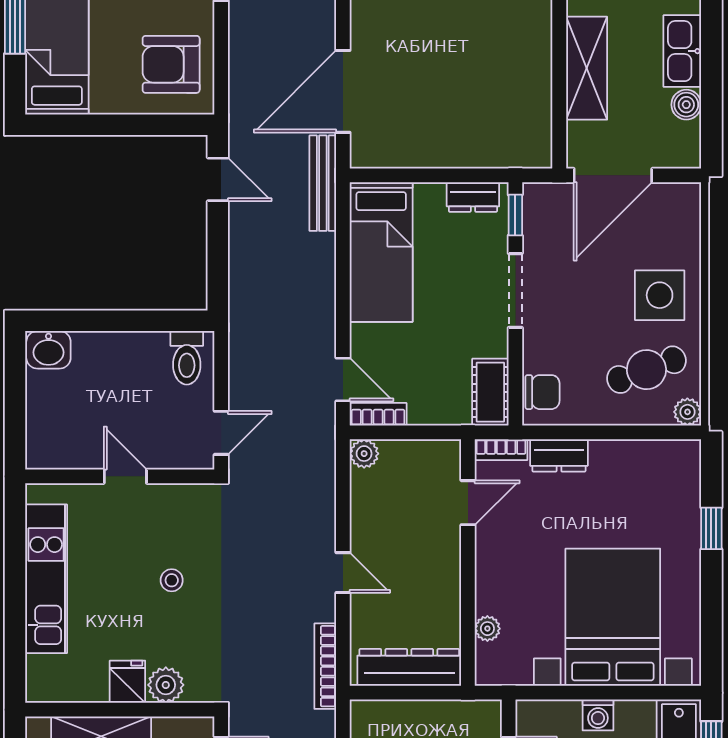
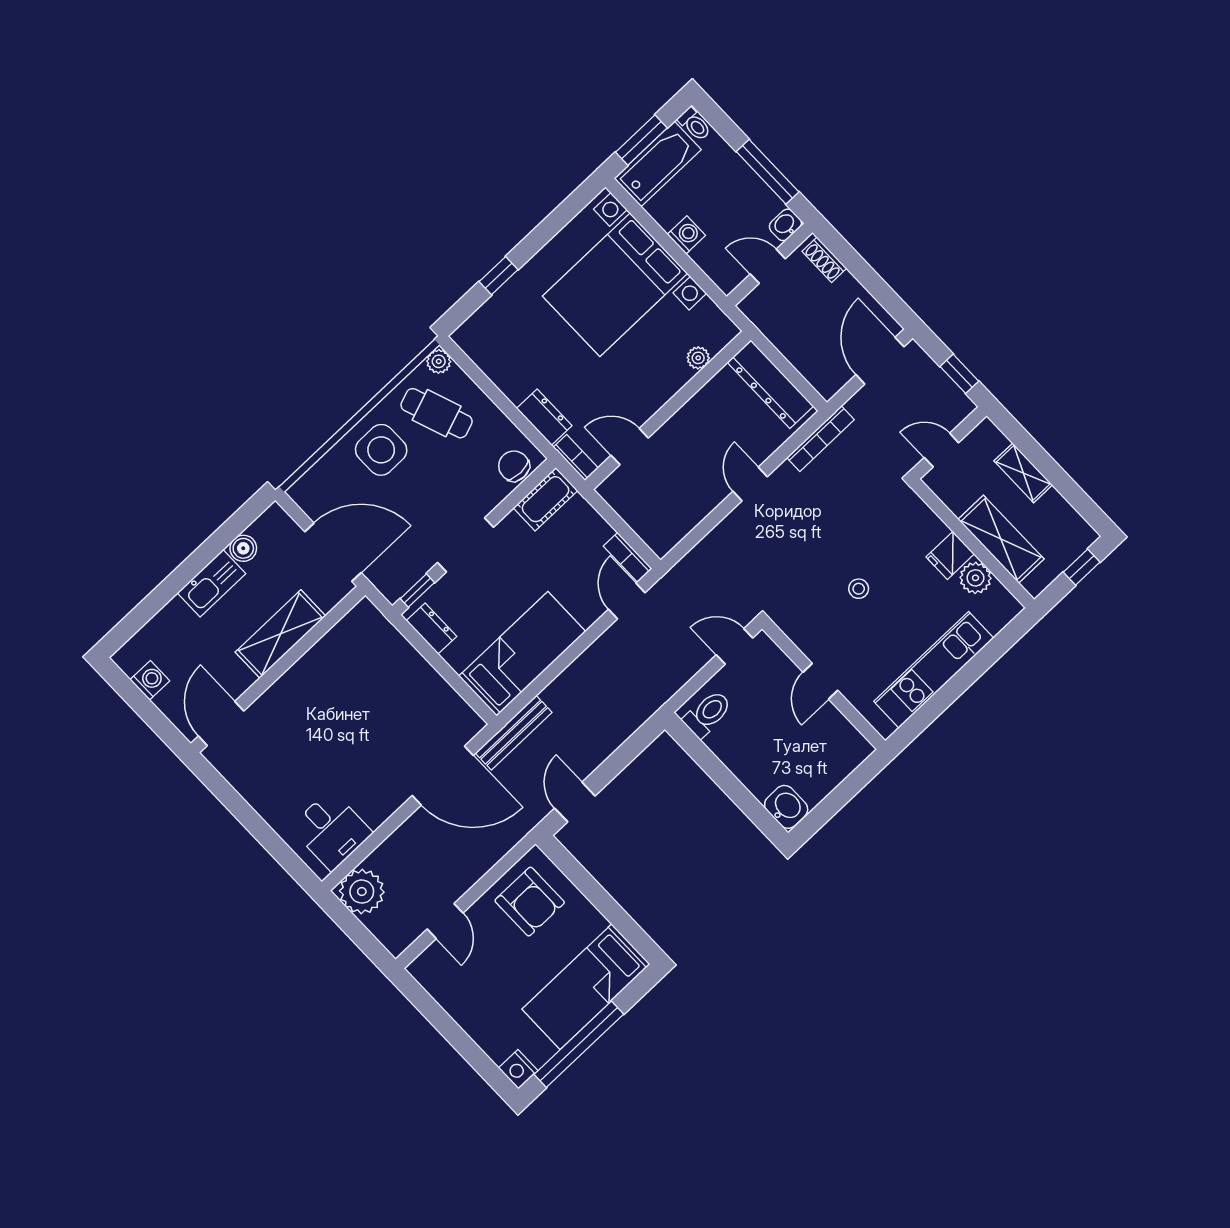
plant: (364, 454) -> (661, 543), removed
plant: (166, 685) -> (975, 578), moved

